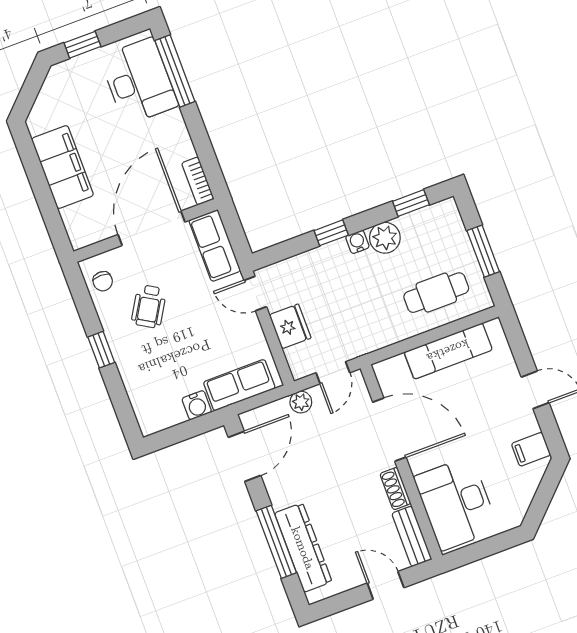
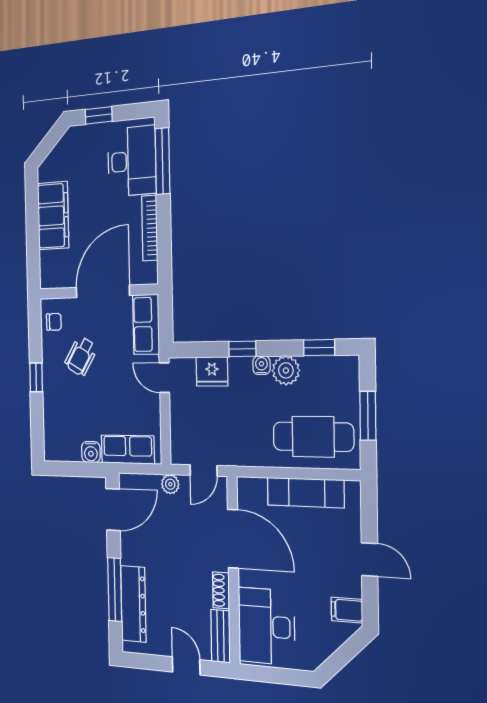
bookcase: (198, 181) -> (150, 228), moved, width x1.56
chair: (103, 281) -> (54, 322), turned -90
cafe table: (436, 293) -> (313, 437), width x1.37, depth x1.35
fridge: (290, 326) -> (212, 371), moved, turned 90

